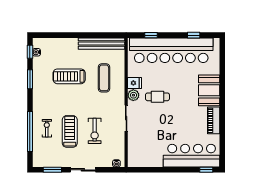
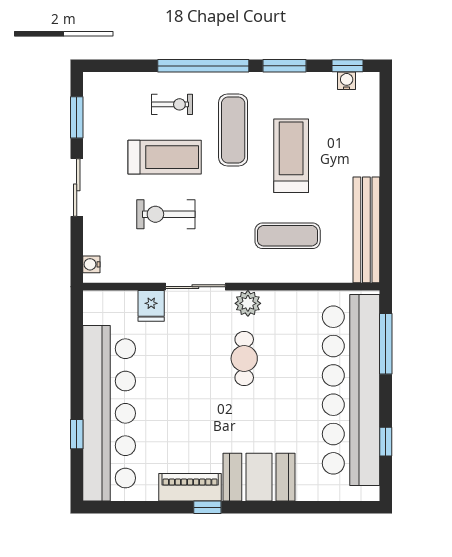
window: (151, 35) -> (386, 344), width x2.17
fridge: (135, 83) -> (151, 306), moved
exercise mat: (58, 102) -> (233, 130), added
window: (222, 113) -> (207, 507), added
window: (30, 131) -> (203, 66), moved
bar counter: (192, 156) -> (109, 413), width x1.36
window: (206, 170) -> (77, 434), moved

